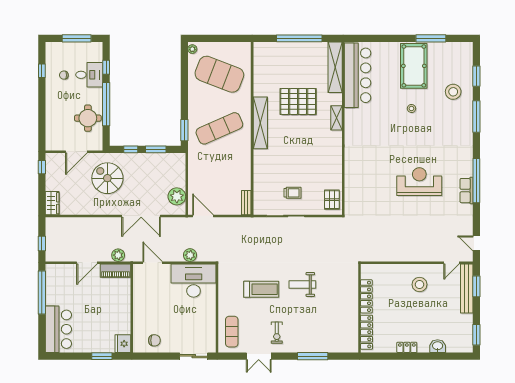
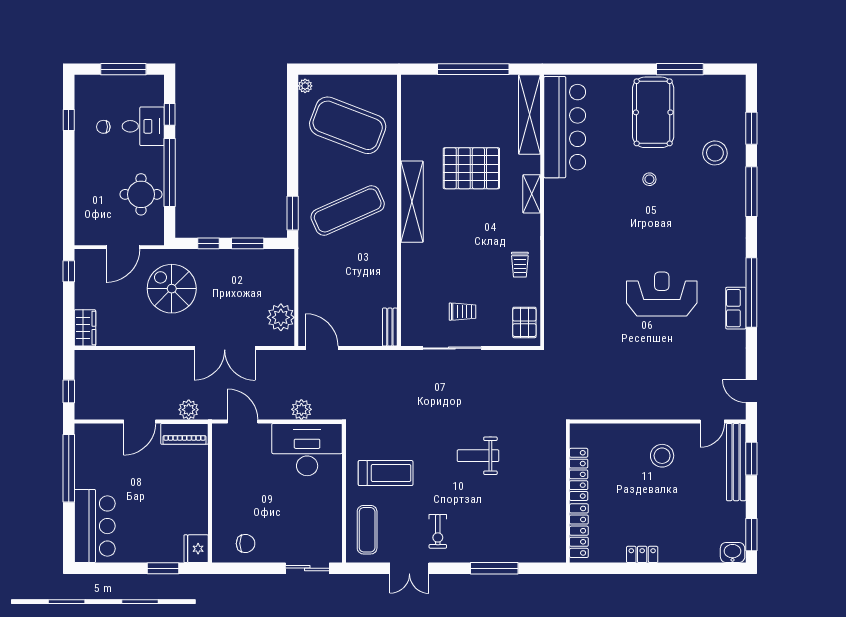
trolley: (329, 163) -> (520, 265), added
treadmill: (261, 289) -> (386, 473), moved
washbasin: (438, 346) -> (733, 553), moved

